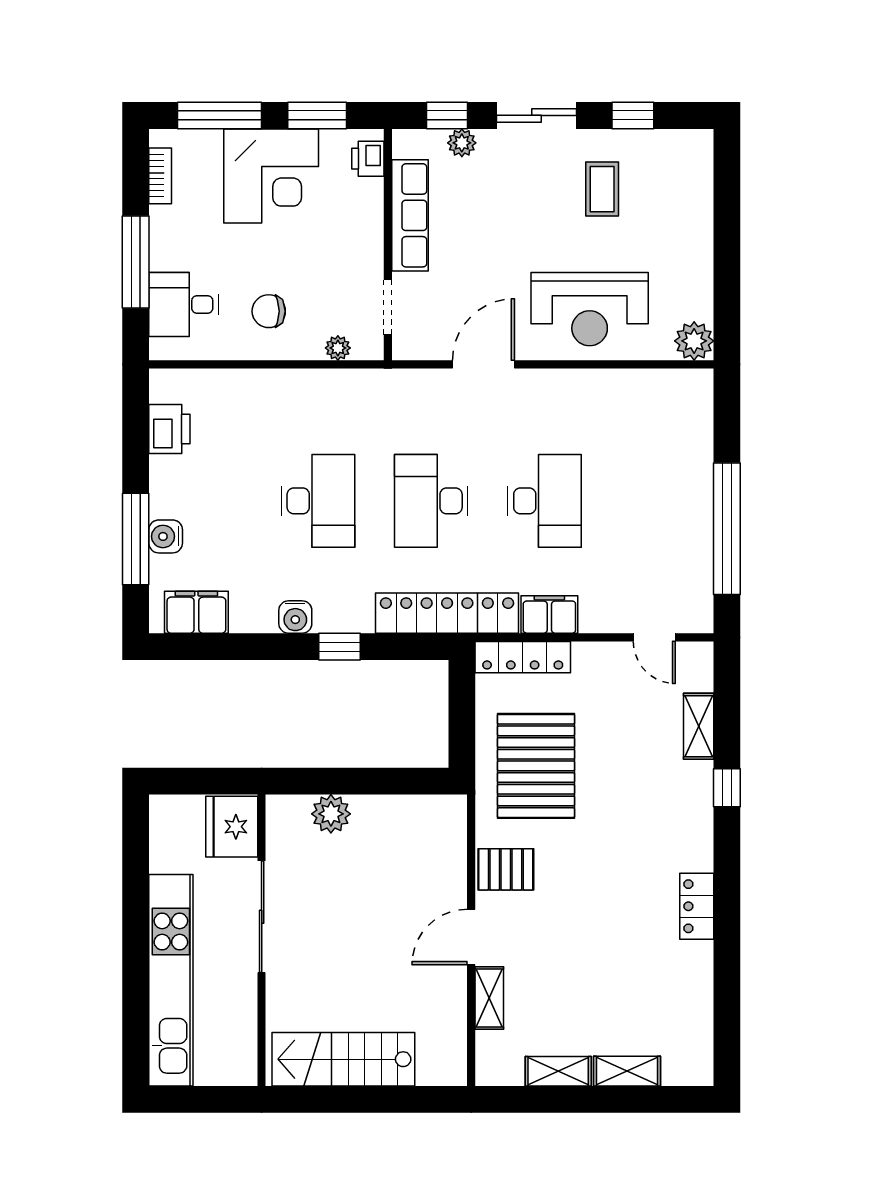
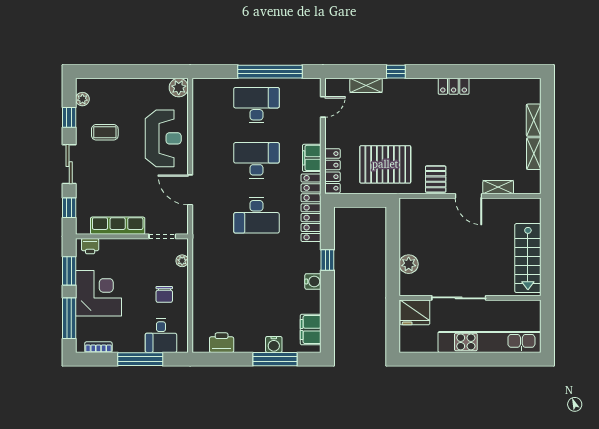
plant: (462, 143) -> (82, 99), moved
desk: (318, 501) -> (256, 105), moved

